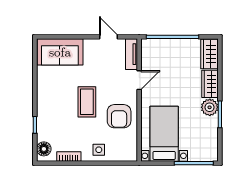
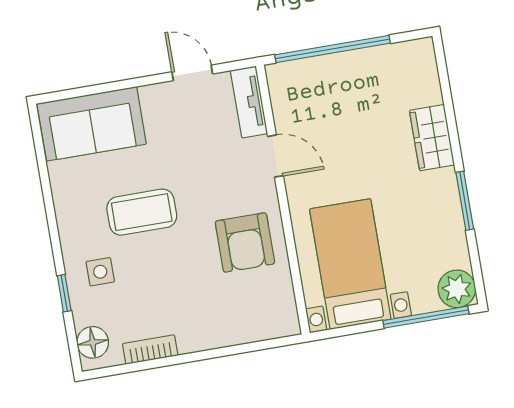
wardrobe: (209, 54) -> (420, 73), removed
door: (139, 80) -> (275, 156), hinge flipped
coffee table: (87, 102) -> (142, 212), moved, turned 90
plant: (210, 107) -> (457, 289), moved
side table: (99, 150) -> (100, 272), moved

